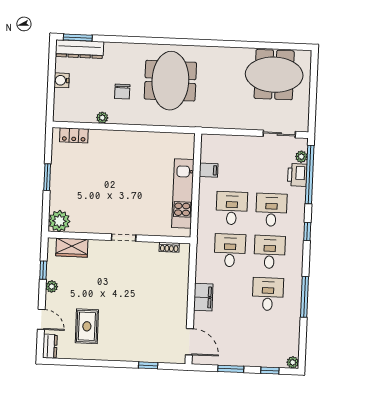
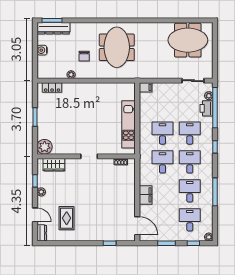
filing cabinet: (209, 170) -> (146, 87), moved
desk: (266, 336) -> (190, 220), added

